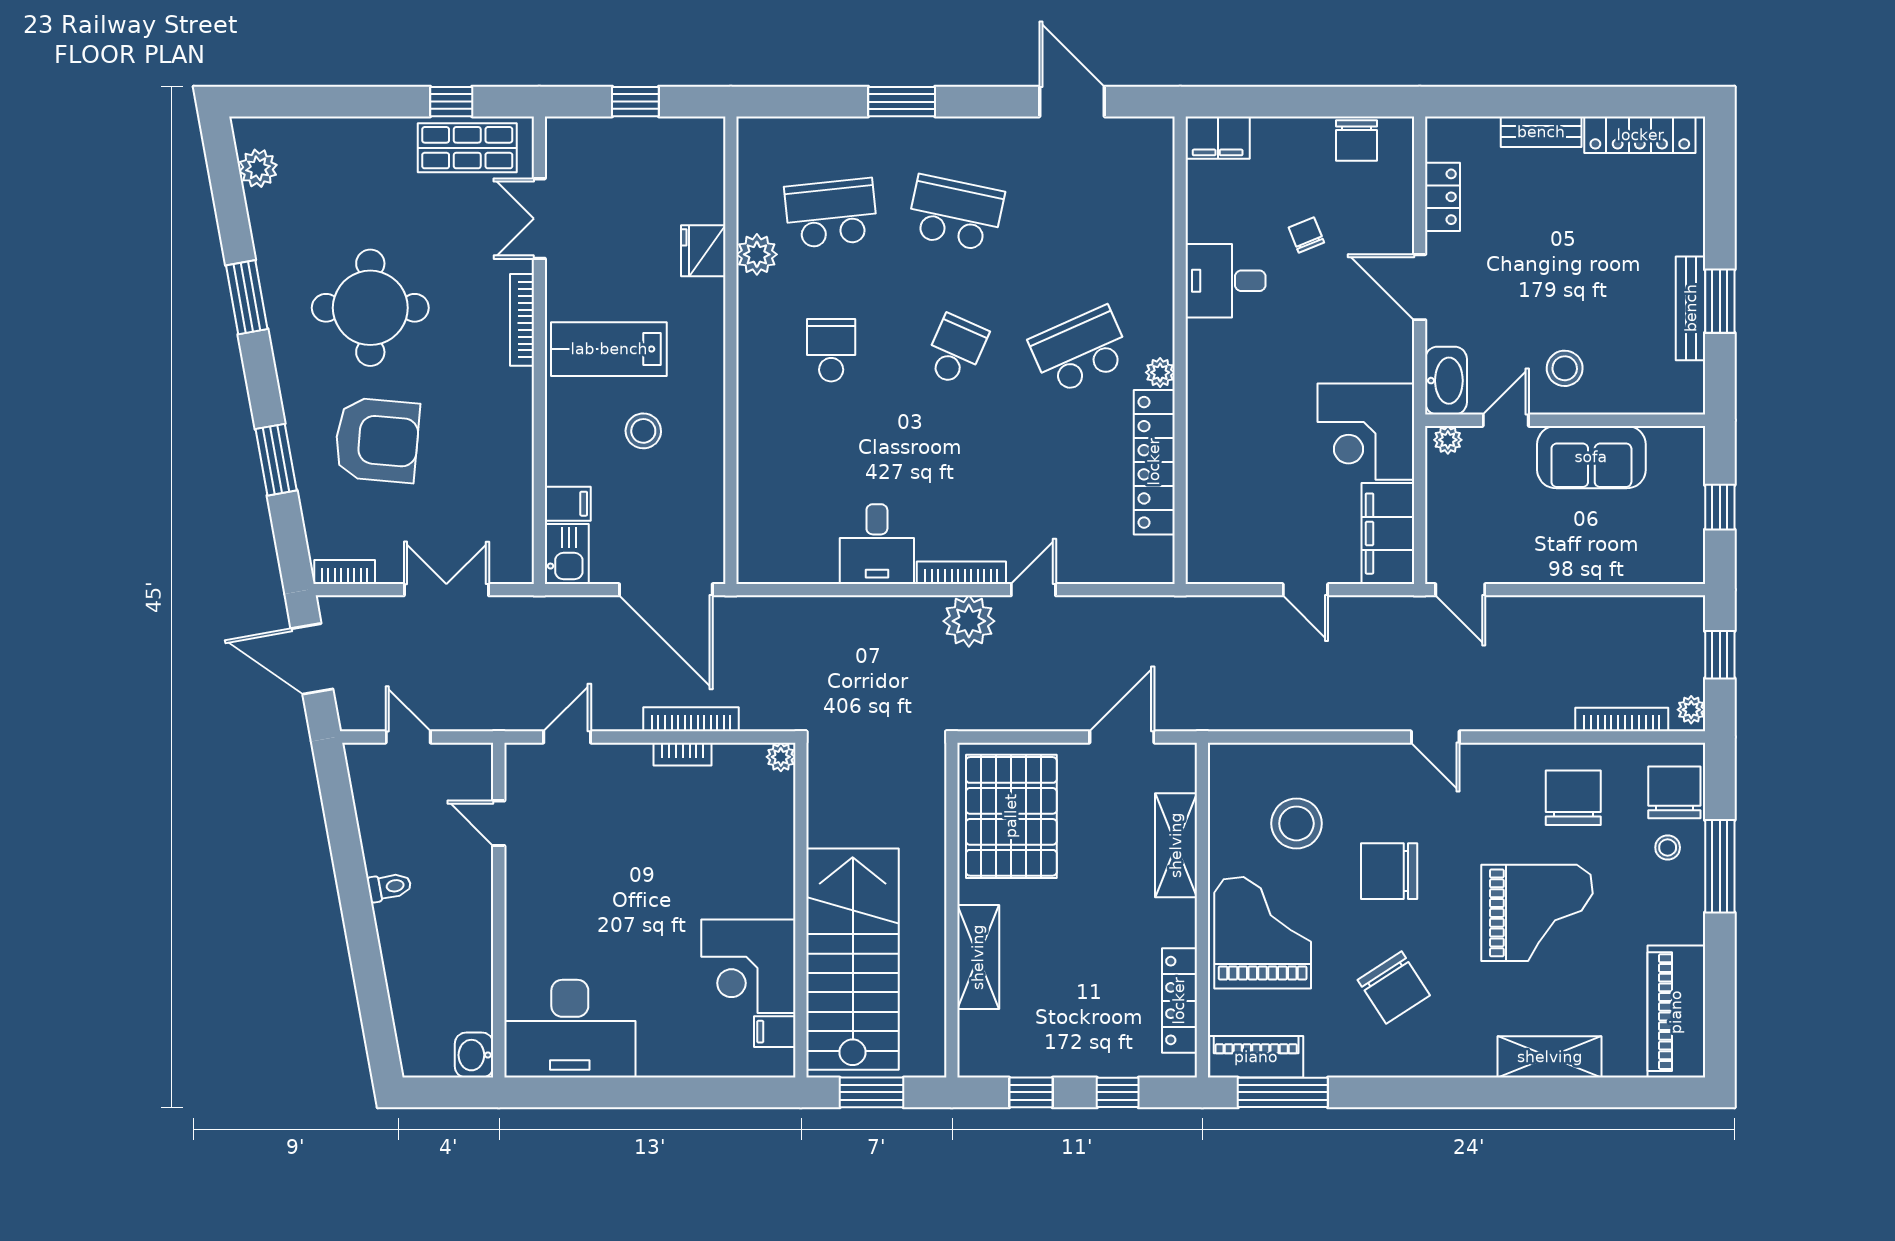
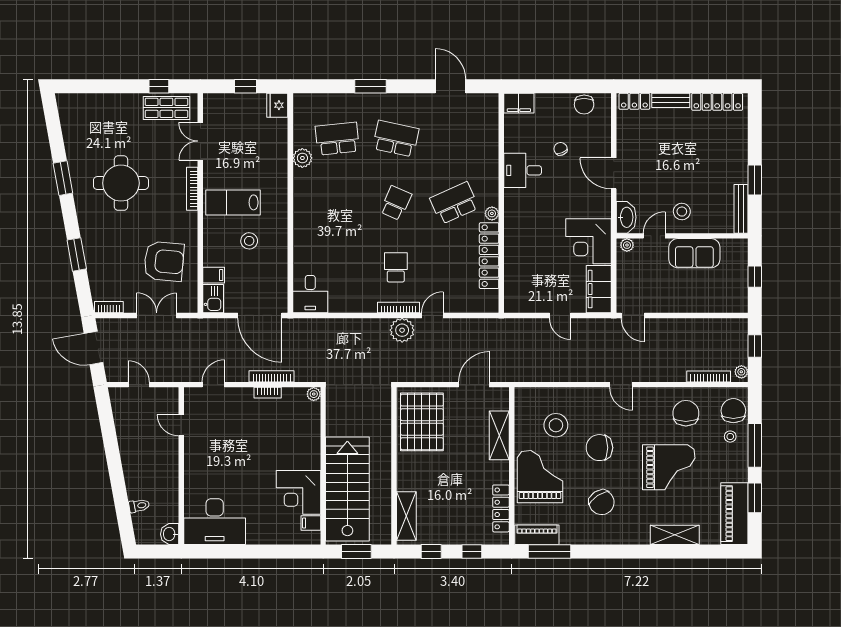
plant: (258, 168) -> (68, 118), removed
locker: (1442, 197) -> (634, 101), moved, turned 90
fridge: (703, 251) -> (277, 105), moved
bench: (1691, 308) -> (741, 209), moved
school desk: (831, 350) -> (396, 267), moved
armchair: (377, 440) -> (164, 261), moved
desk: (877, 544) -> (310, 294), moved
toilet: (389, 887) -> (139, 506), moved
shelving: (978, 957) -> (406, 516), moved
window: (1720, 978) -> (755, 498), added

